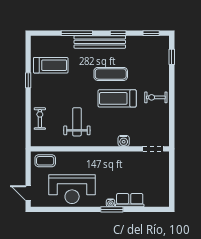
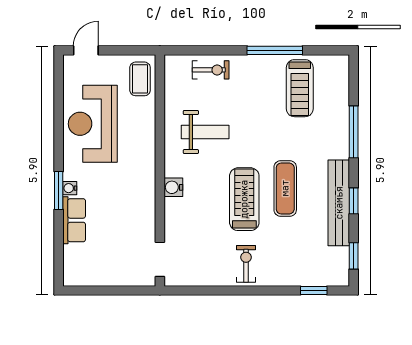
bench: (100, 42) -> (339, 203), moved
window: (28, 80) -> (275, 50), width x2.17
water cooler: (124, 141) -> (173, 187), moved

